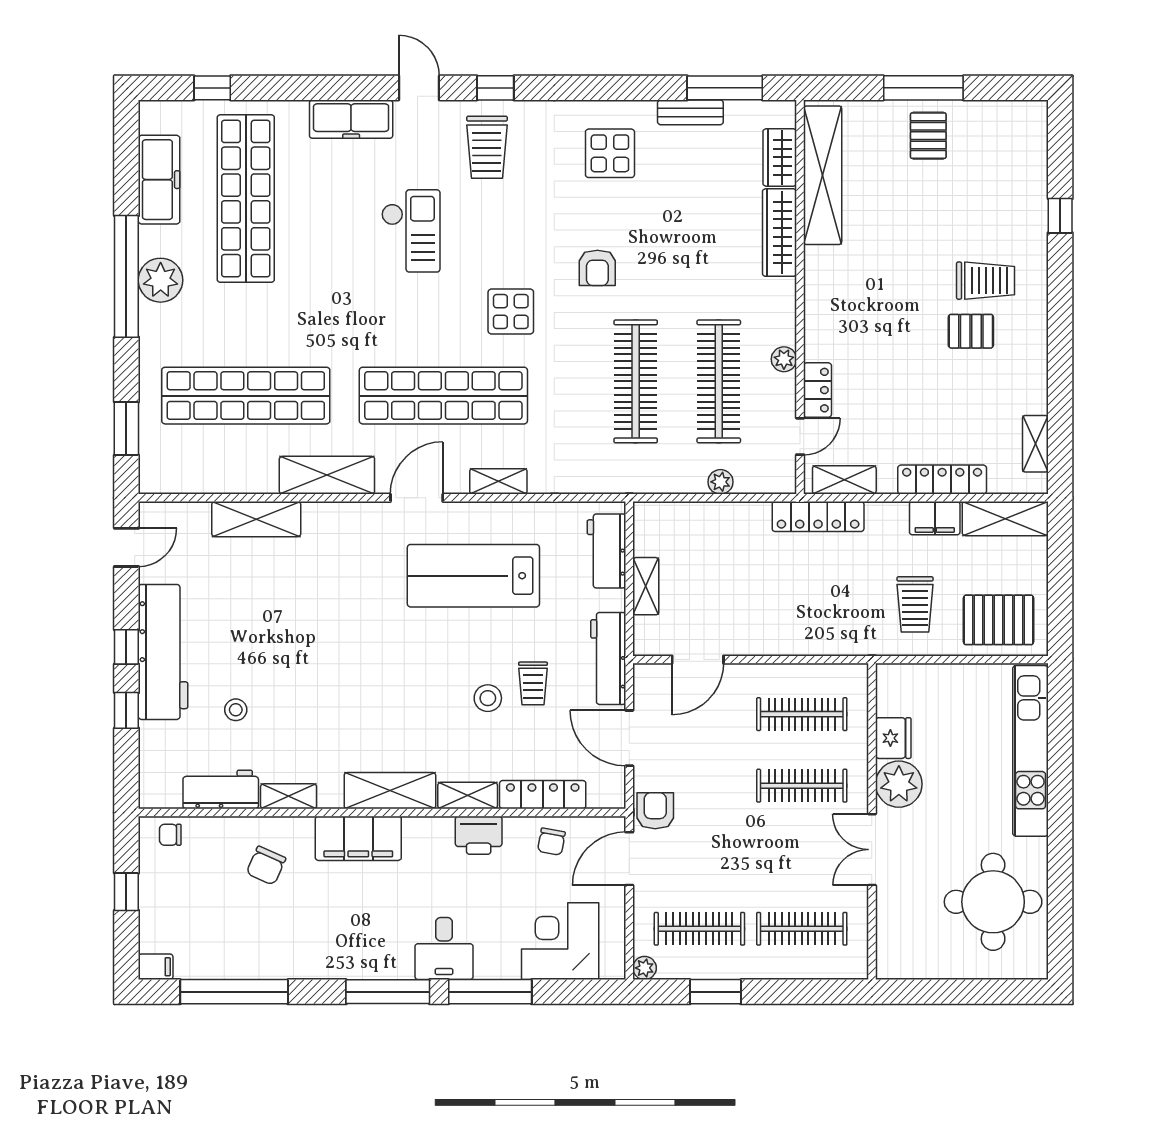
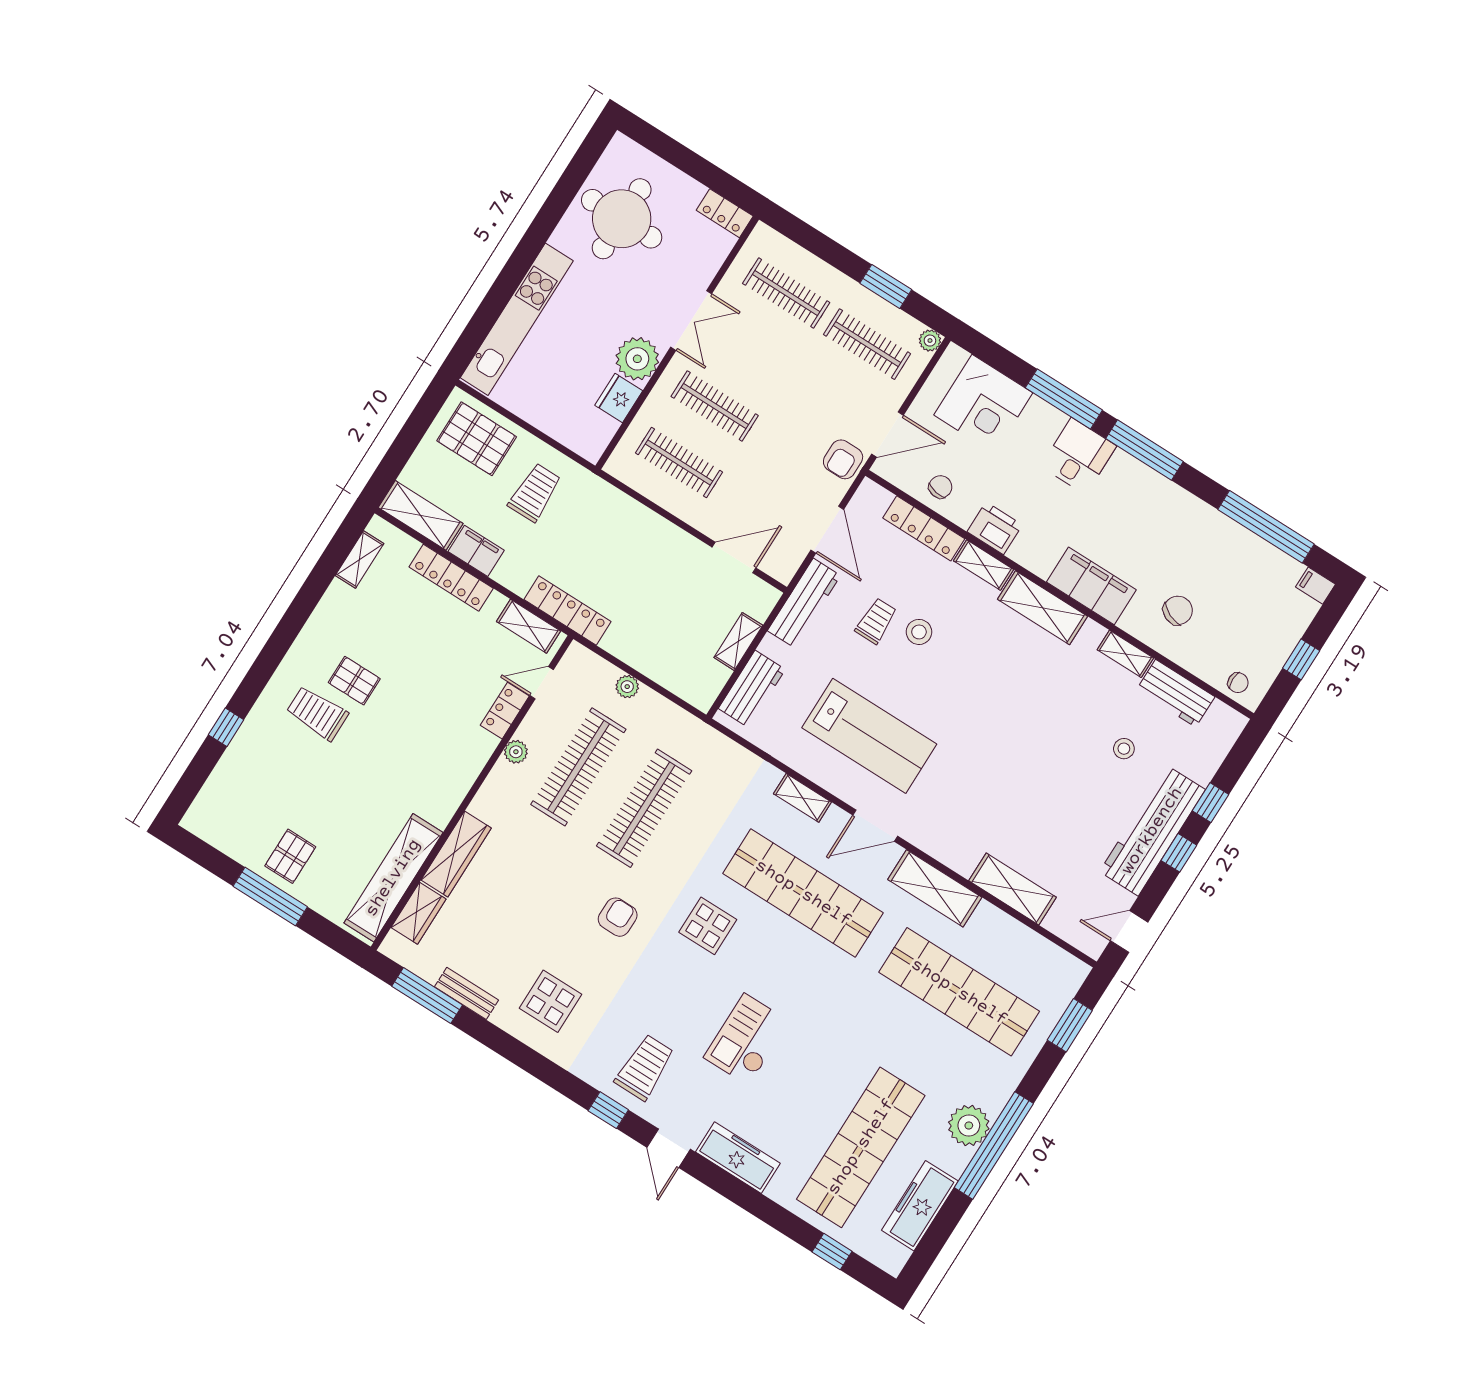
locker: (903, 966) -> (725, 213), added

